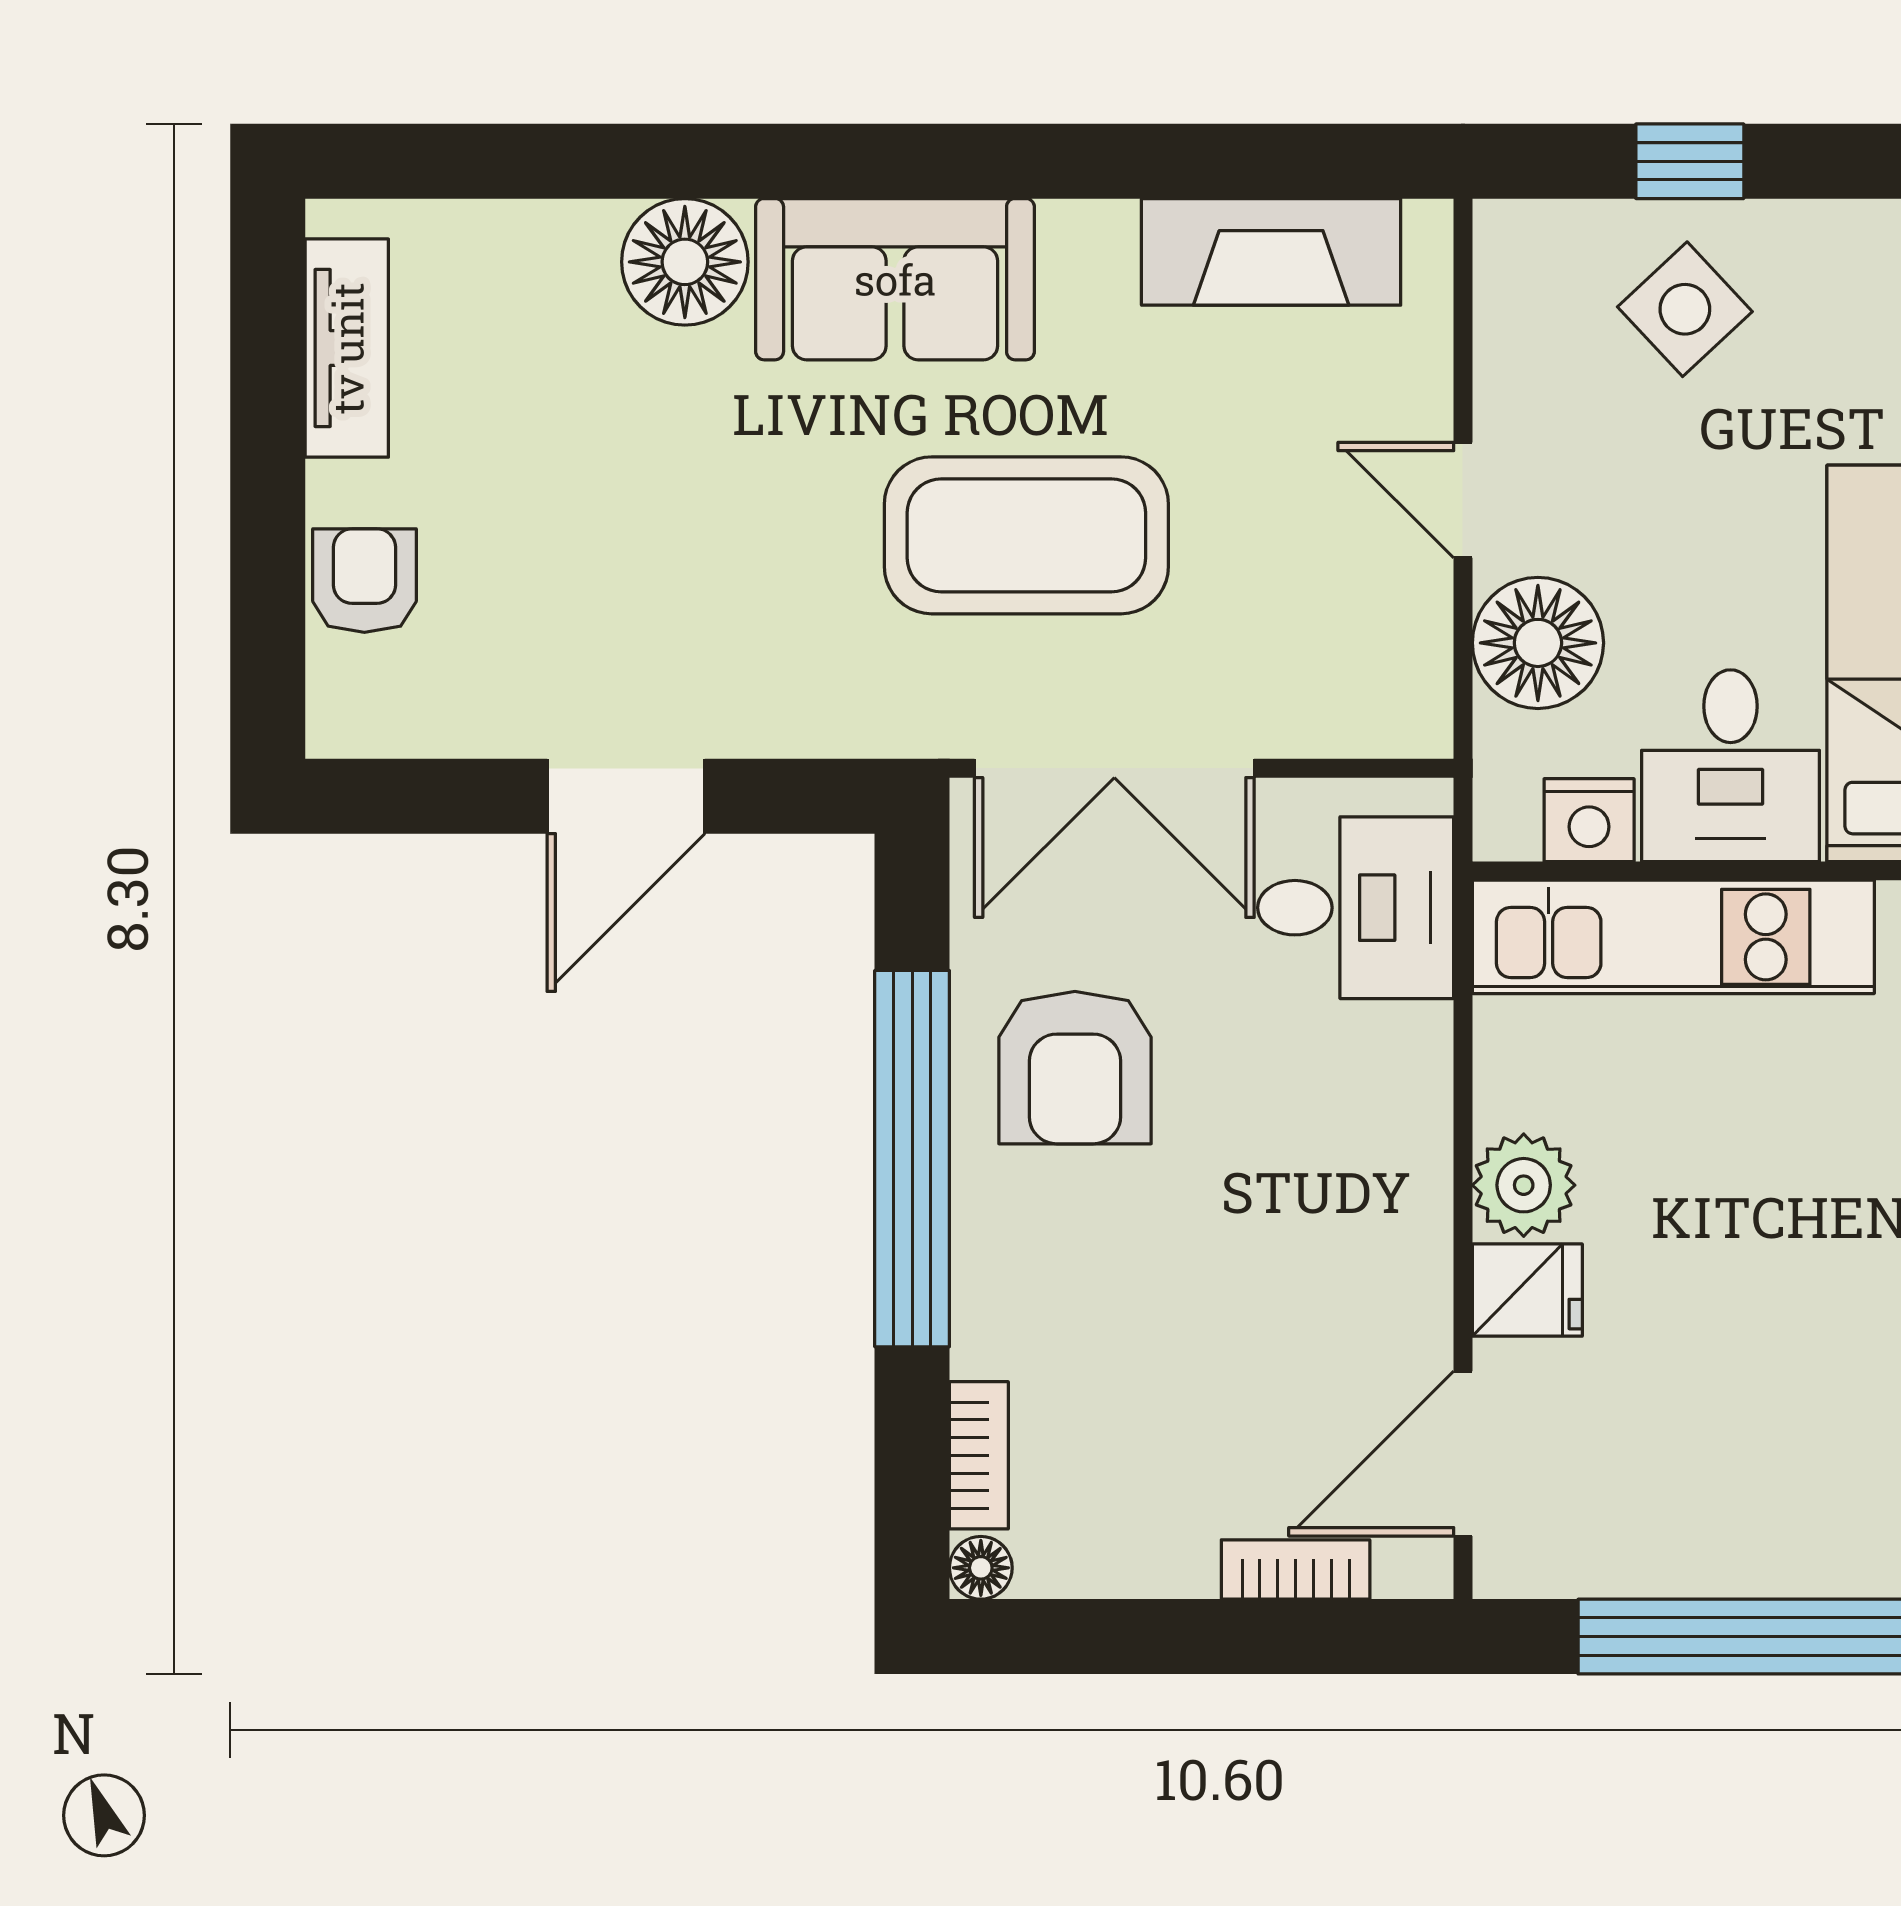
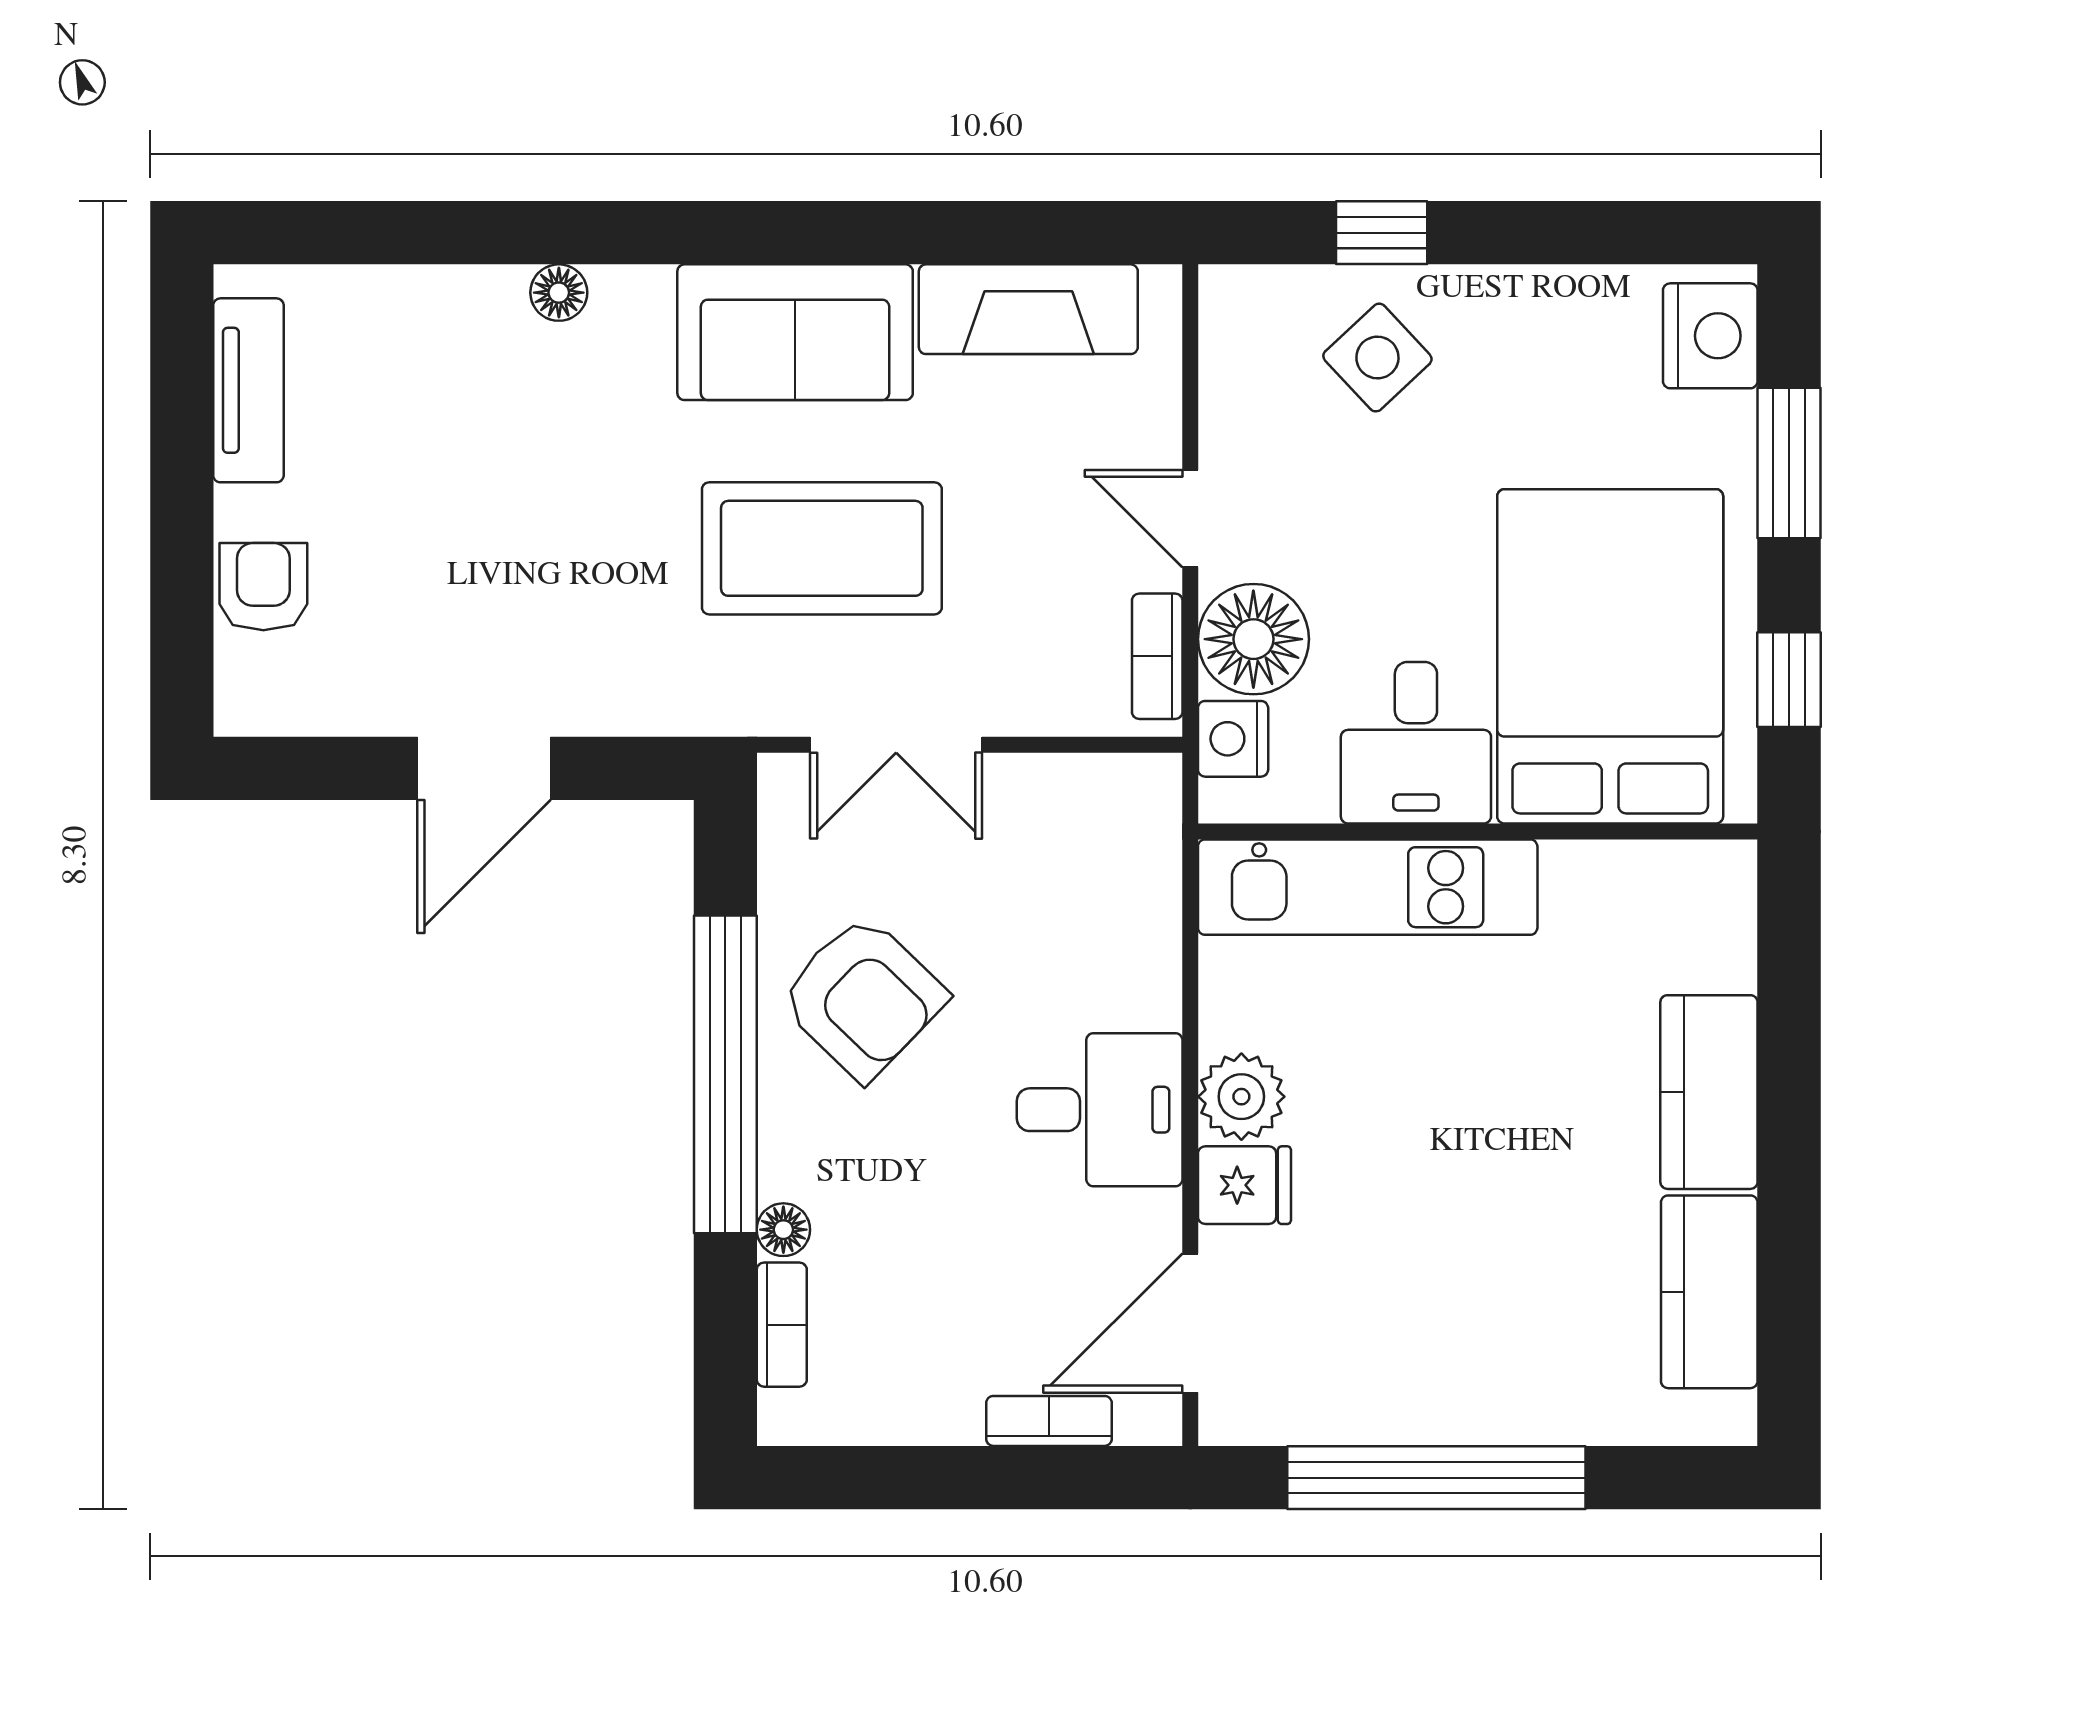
floor lamp: (685, 262) -> (559, 293), width x0.53, depth x0.53
sofa: (895, 279) -> (795, 332), moved
bookcase: (1424, 663) -> (1157, 656), added
double door: (1114, 768) -> (896, 745), width x0.73
nightstand: (1589, 820) -> (1233, 739), moved, turned 90
desk: (1356, 908) -> (1100, 1110), moved
armchair: (1075, 1068) -> (863, 997), turned -46
floor lamp: (981, 1568) -> (783, 1230), moved

